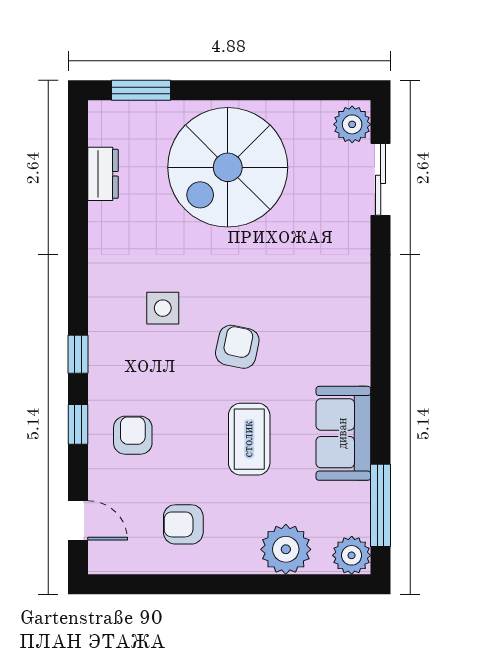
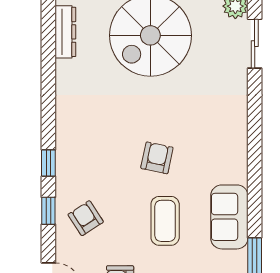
dresser: (103, 174) -> (65, 32), width x1.44
side table: (163, 308) -> (106, 131), removed
armchair: (133, 435) -> (86, 218), turned -33

